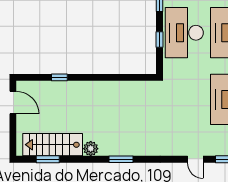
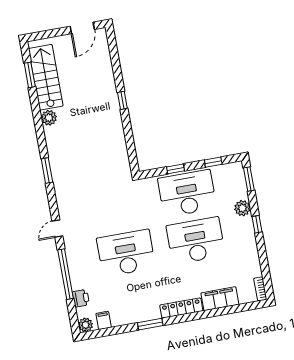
window: (59, 77) -> (122, 100), moved
window: (121, 159) -> (47, 170), moved

